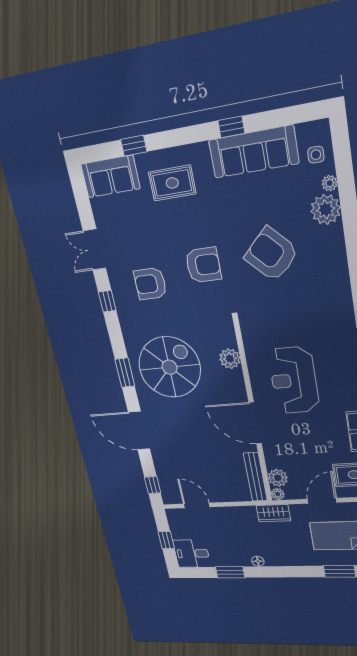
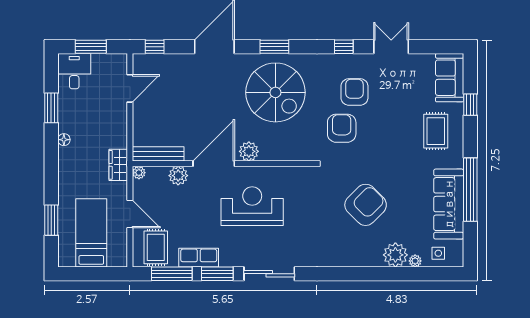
window: (231, 127) -> (470, 190), width x3.17
armchair: (203, 265) -> (342, 128), moved, turned 180
plant: (230, 359) -> (249, 151), moved
plant: (278, 478) -> (178, 176), moved
window: (166, 540) -> (91, 47), width x1.50

